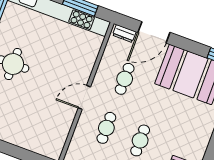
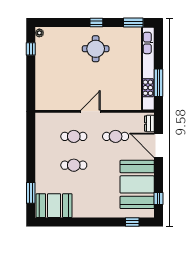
door: (84, 97) -> (90, 111), hinge flipped

